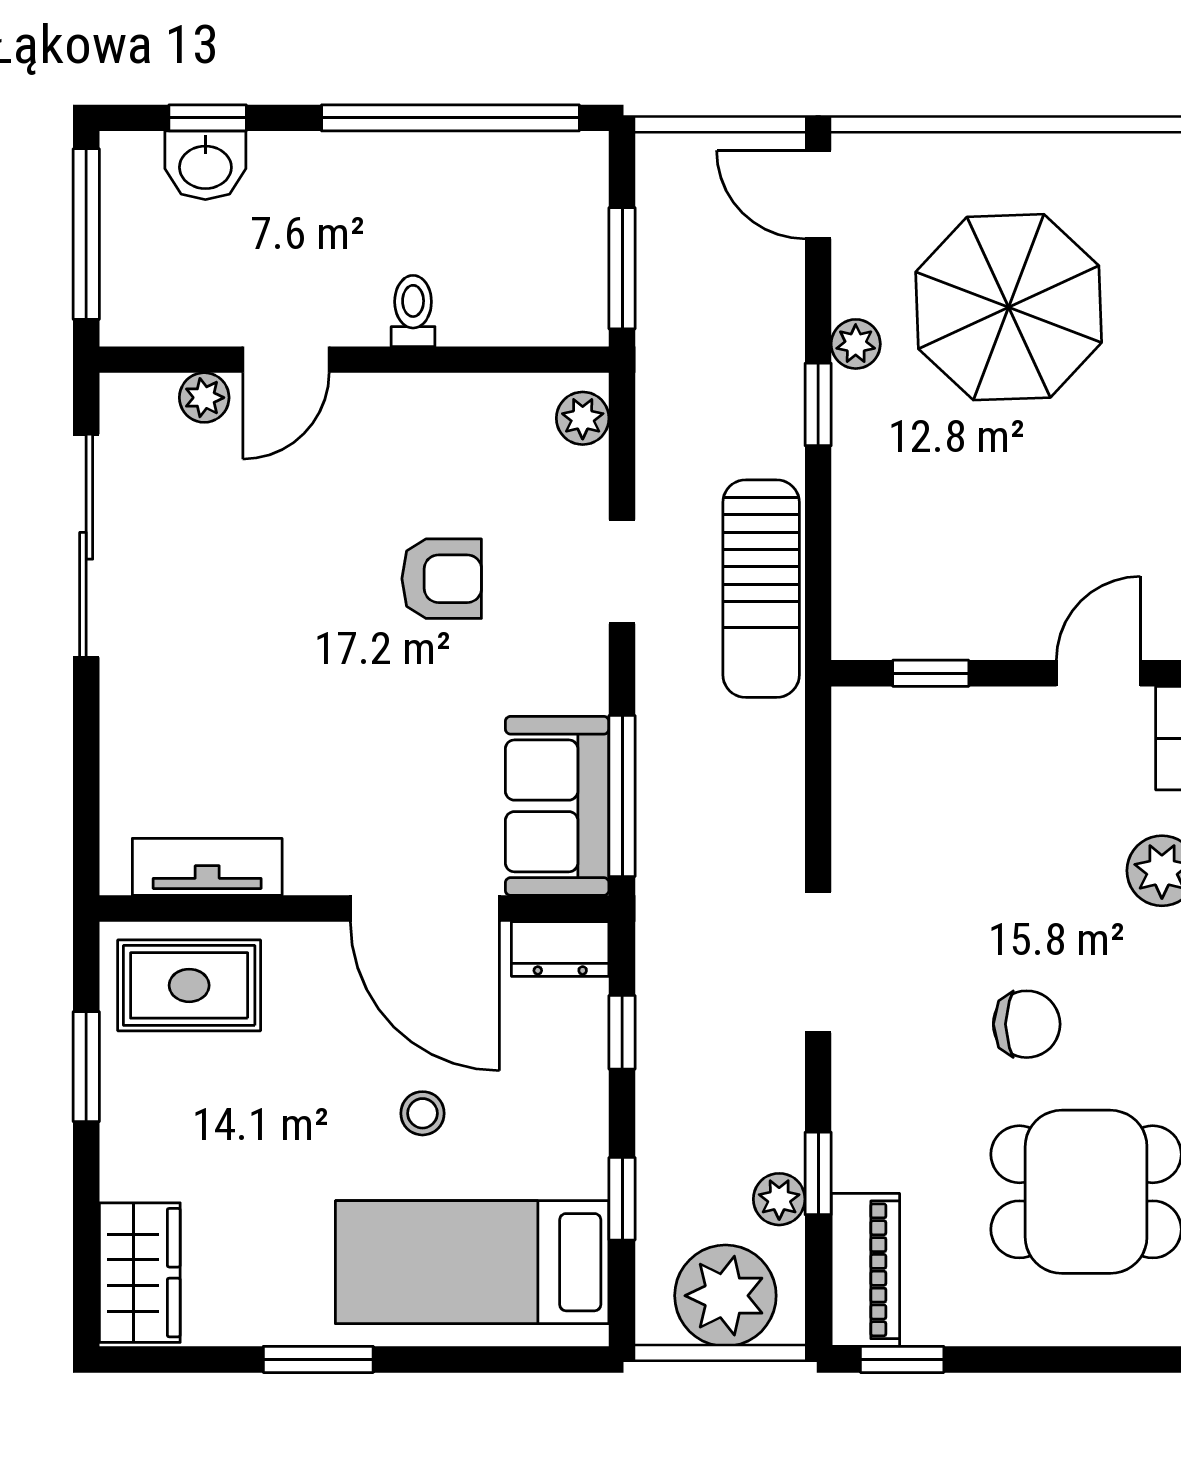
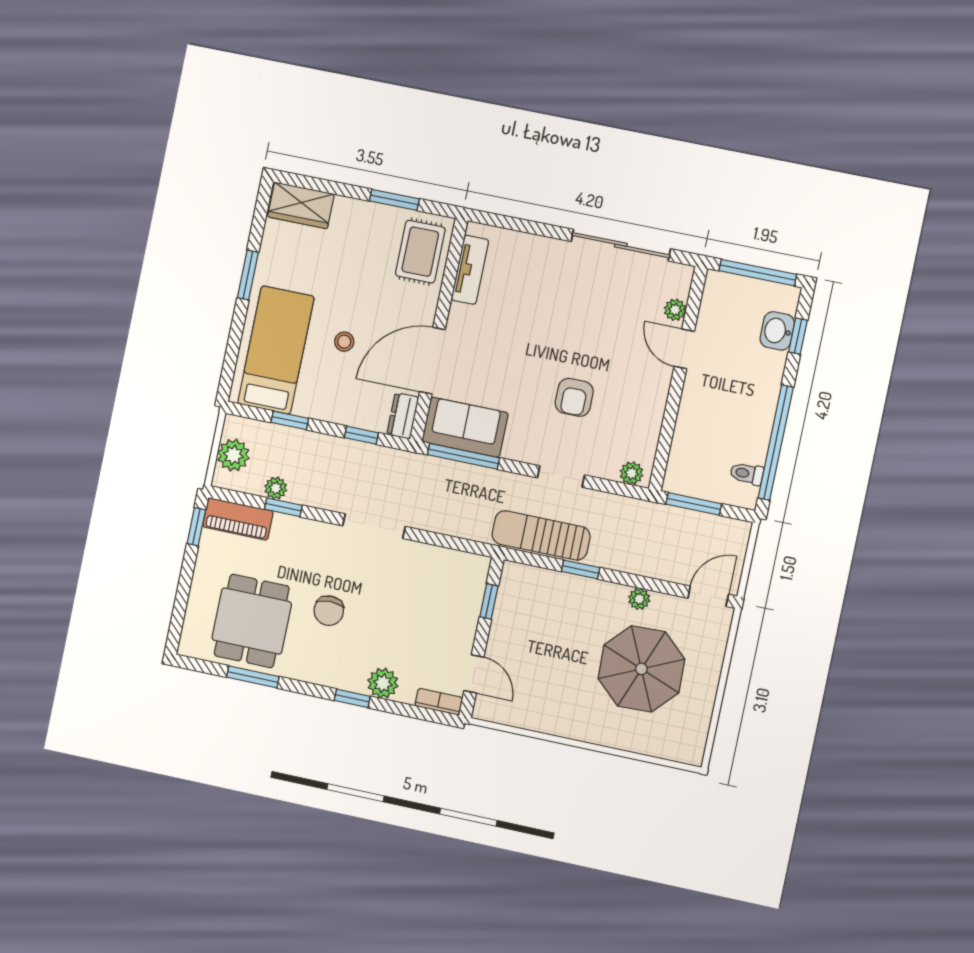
toilet: (413, 311) -> (747, 474), moved, turned 180
window: (818, 404) -> (581, 570), moved
plant: (725, 1296) -> (233, 455), width x0.73, depth x0.73

